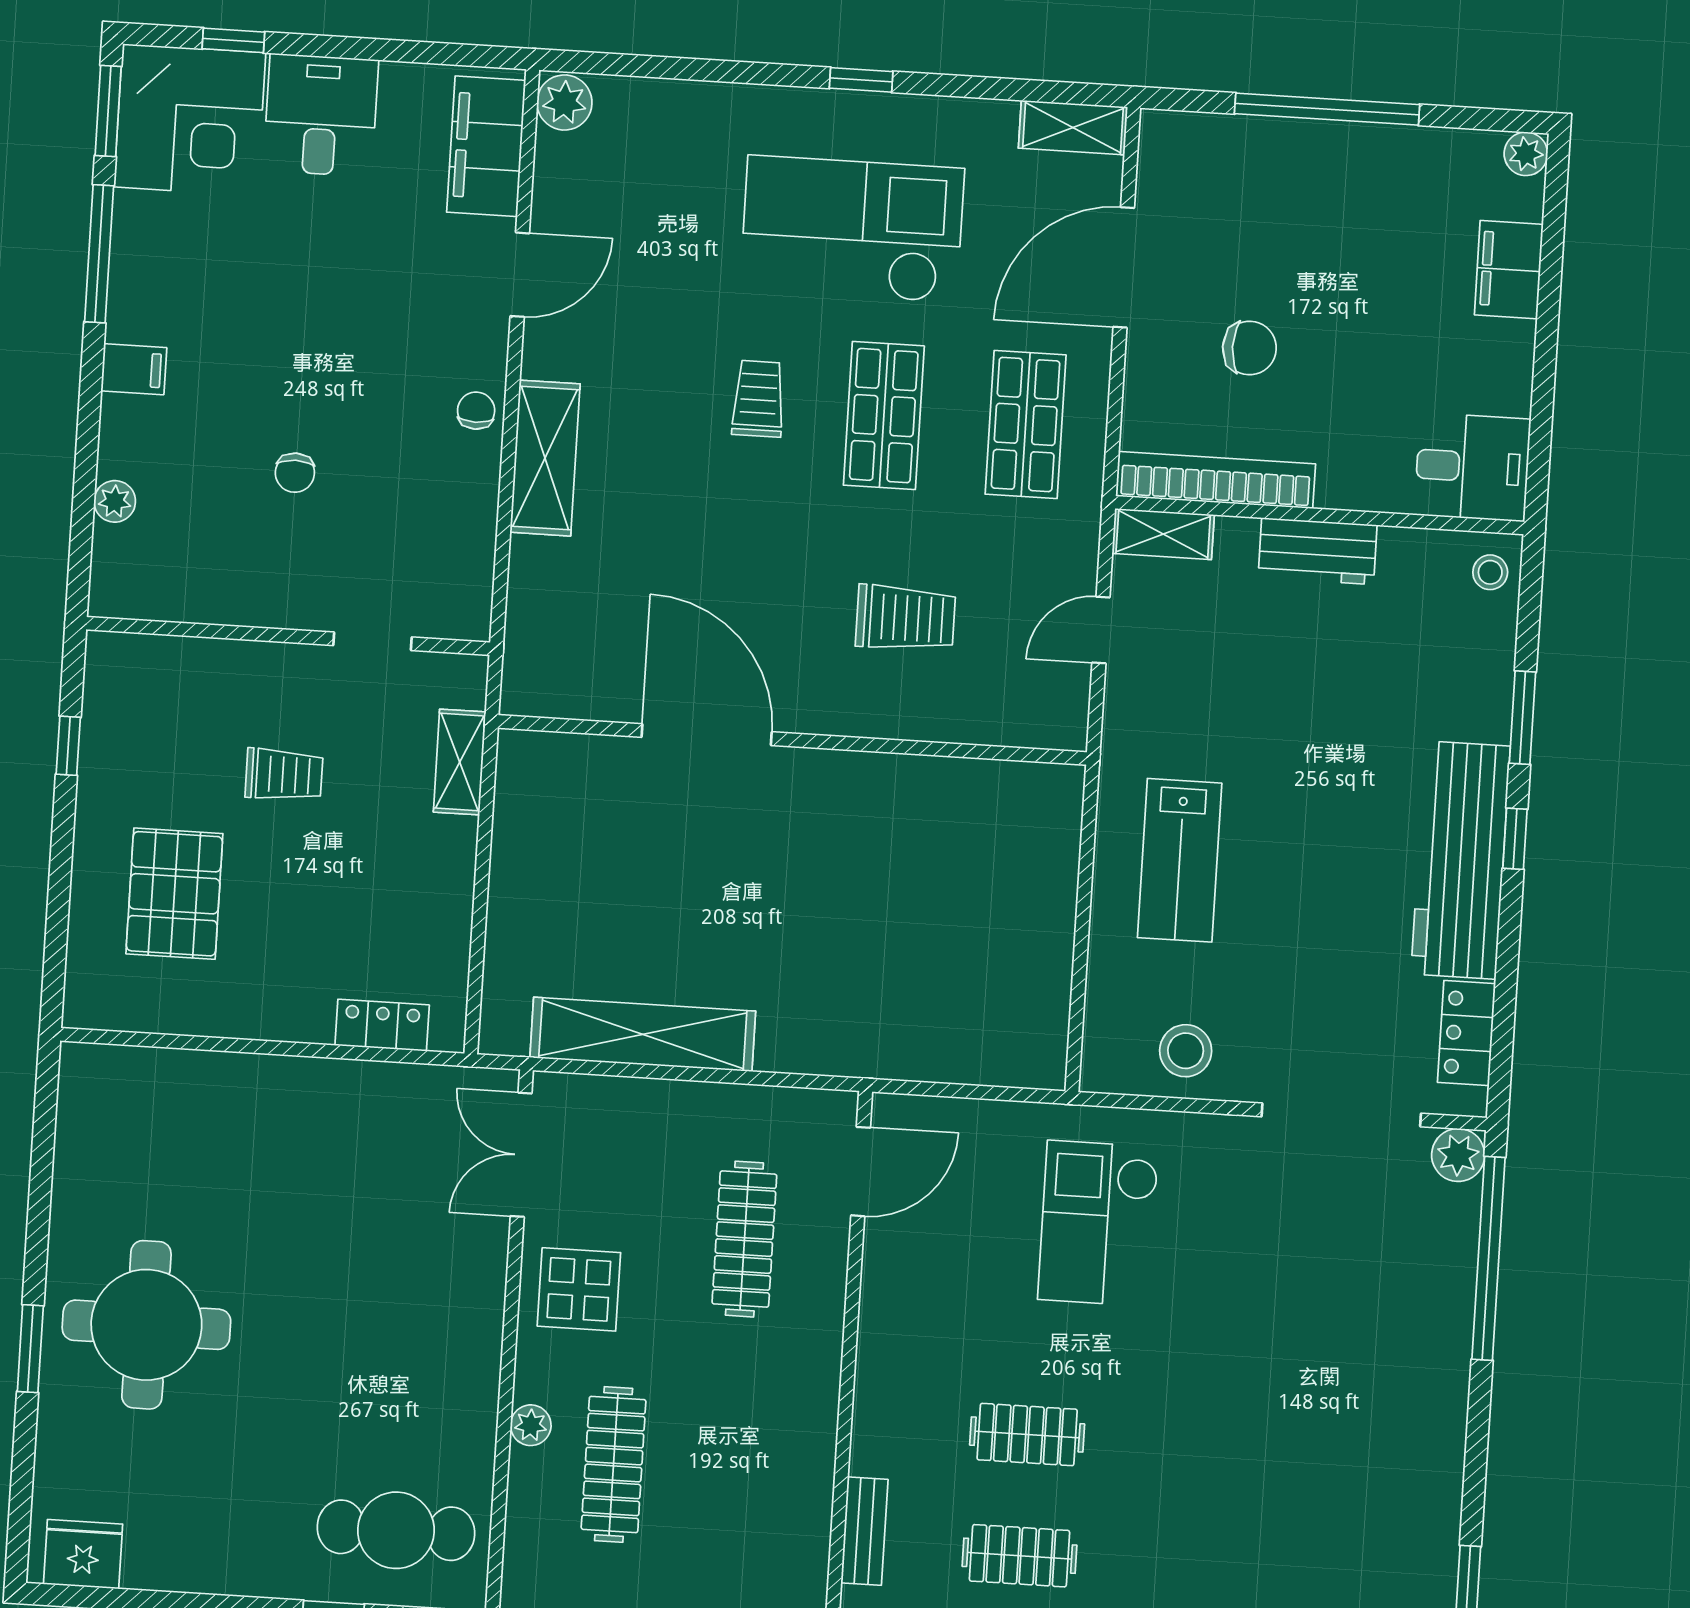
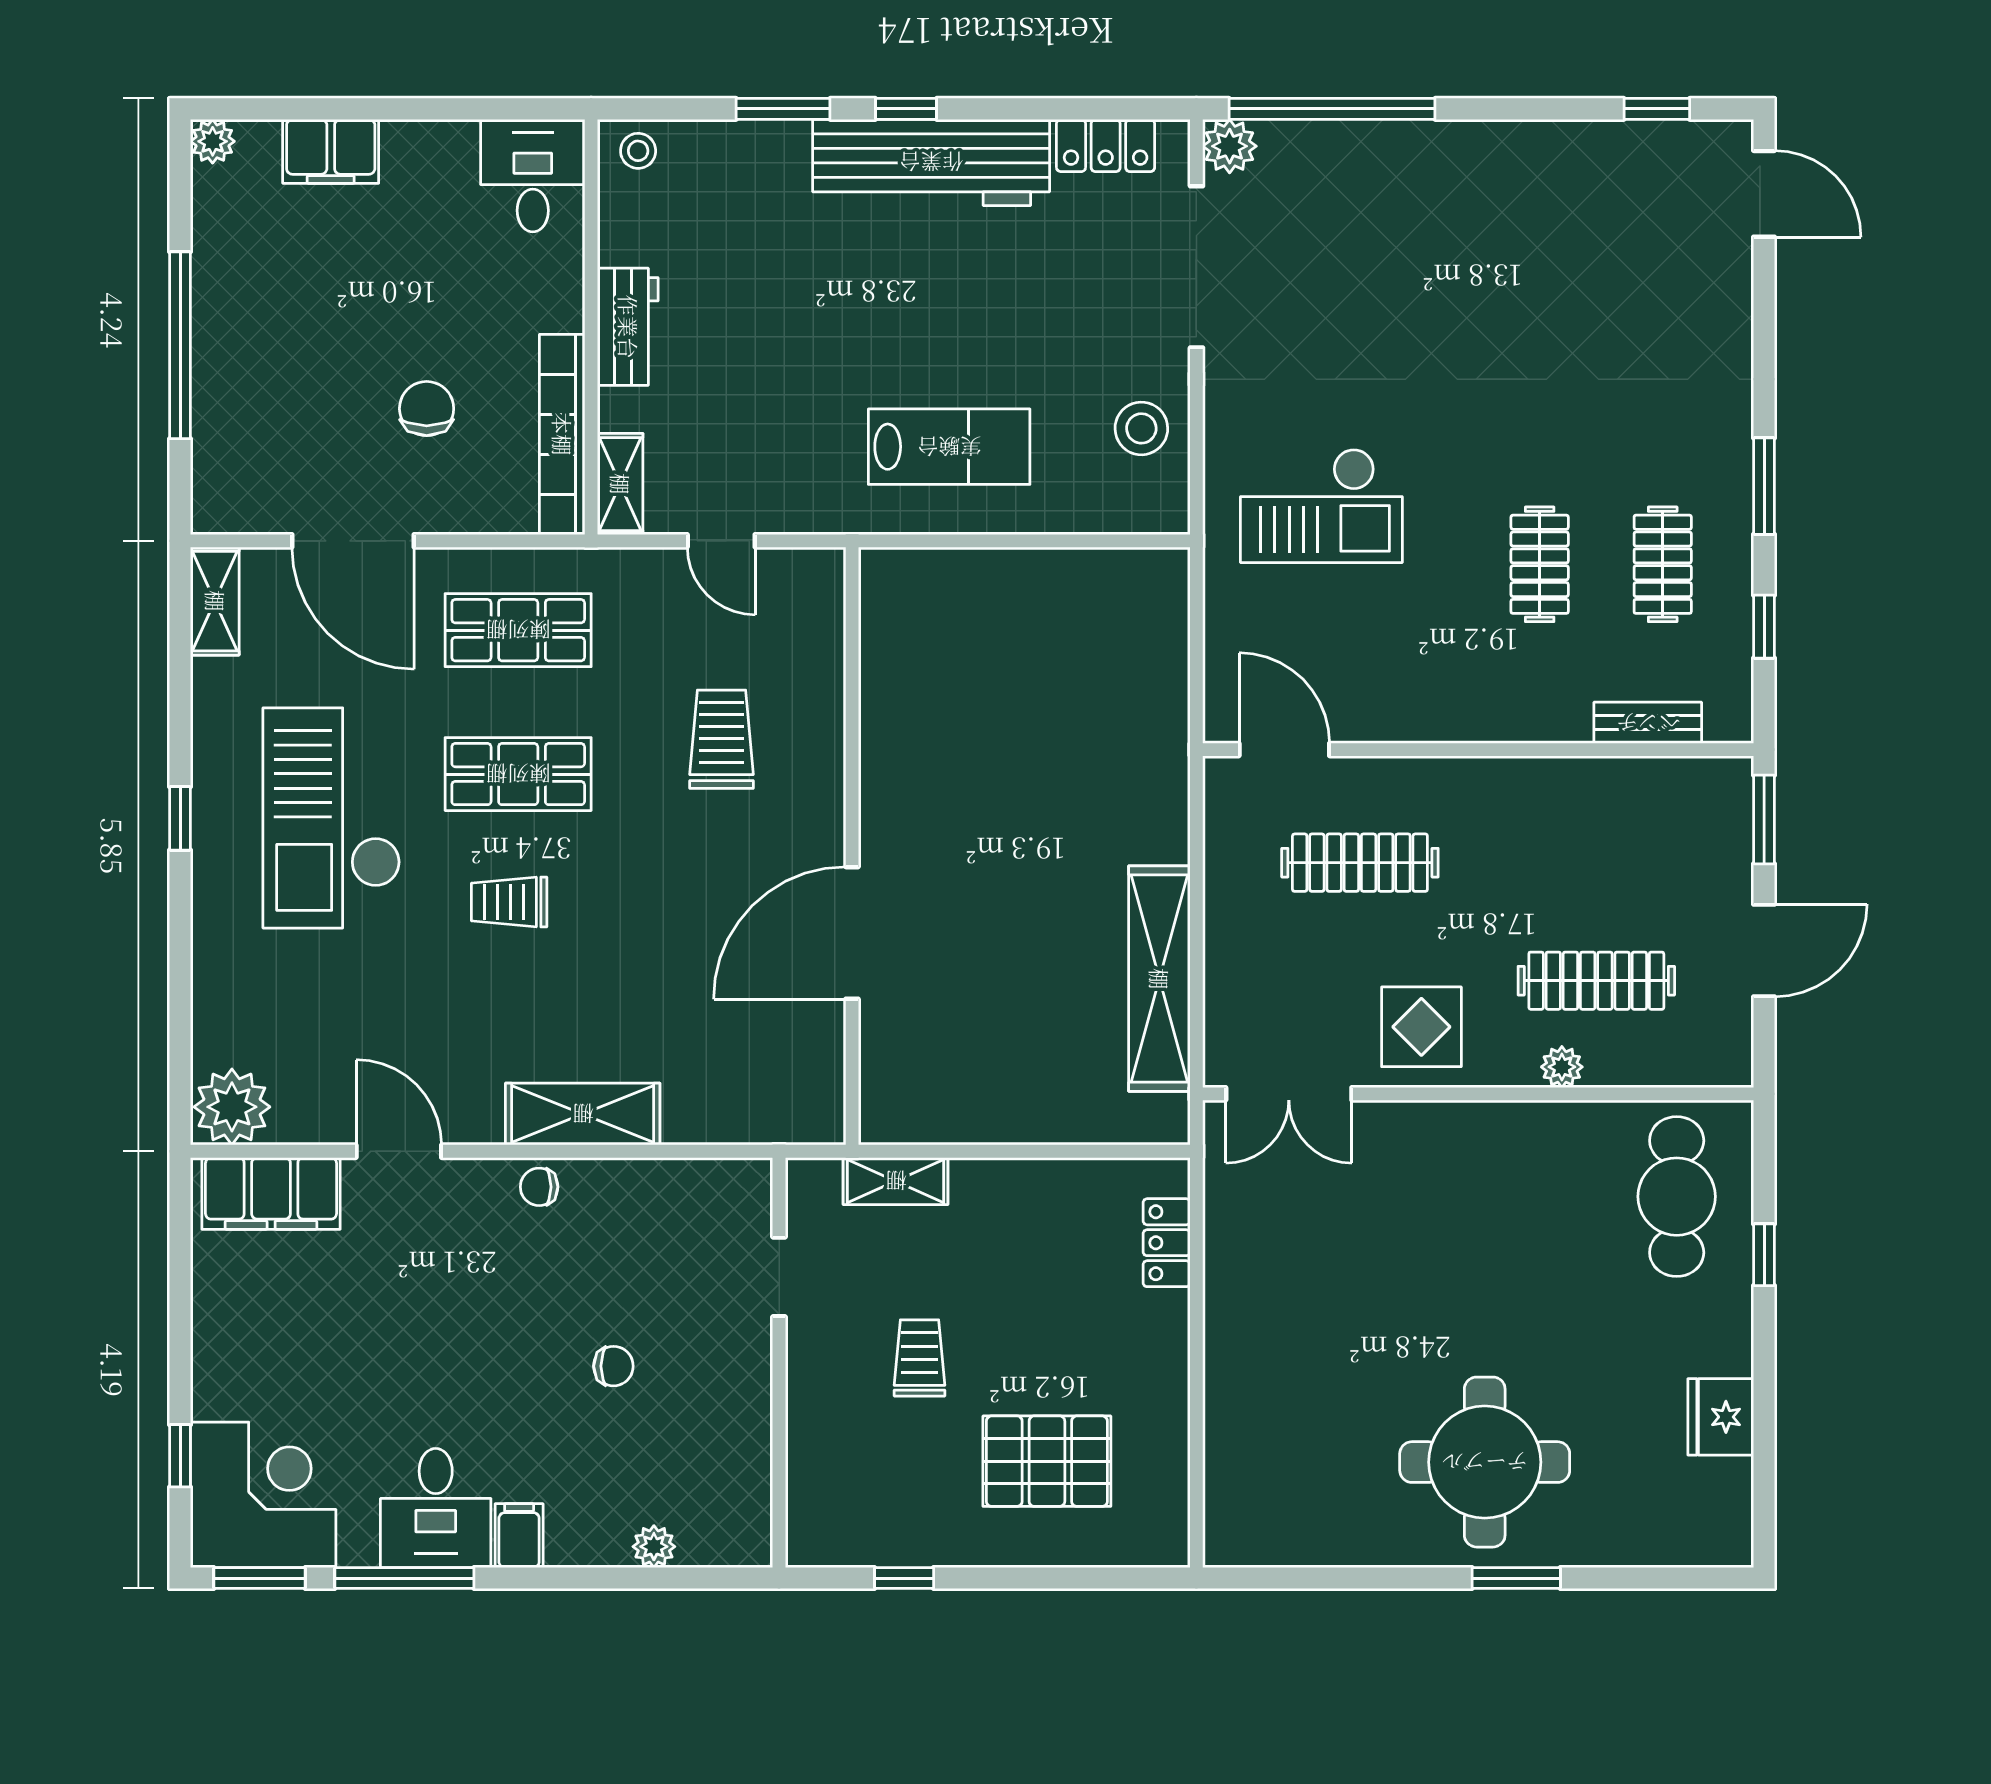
plant: (564, 103) -> (232, 1107), width x1.36, depth x1.36
desk: (321, 115) -> (436, 1508), moved, turned -90
fridge: (83, 1554) -> (1721, 1417), moved

